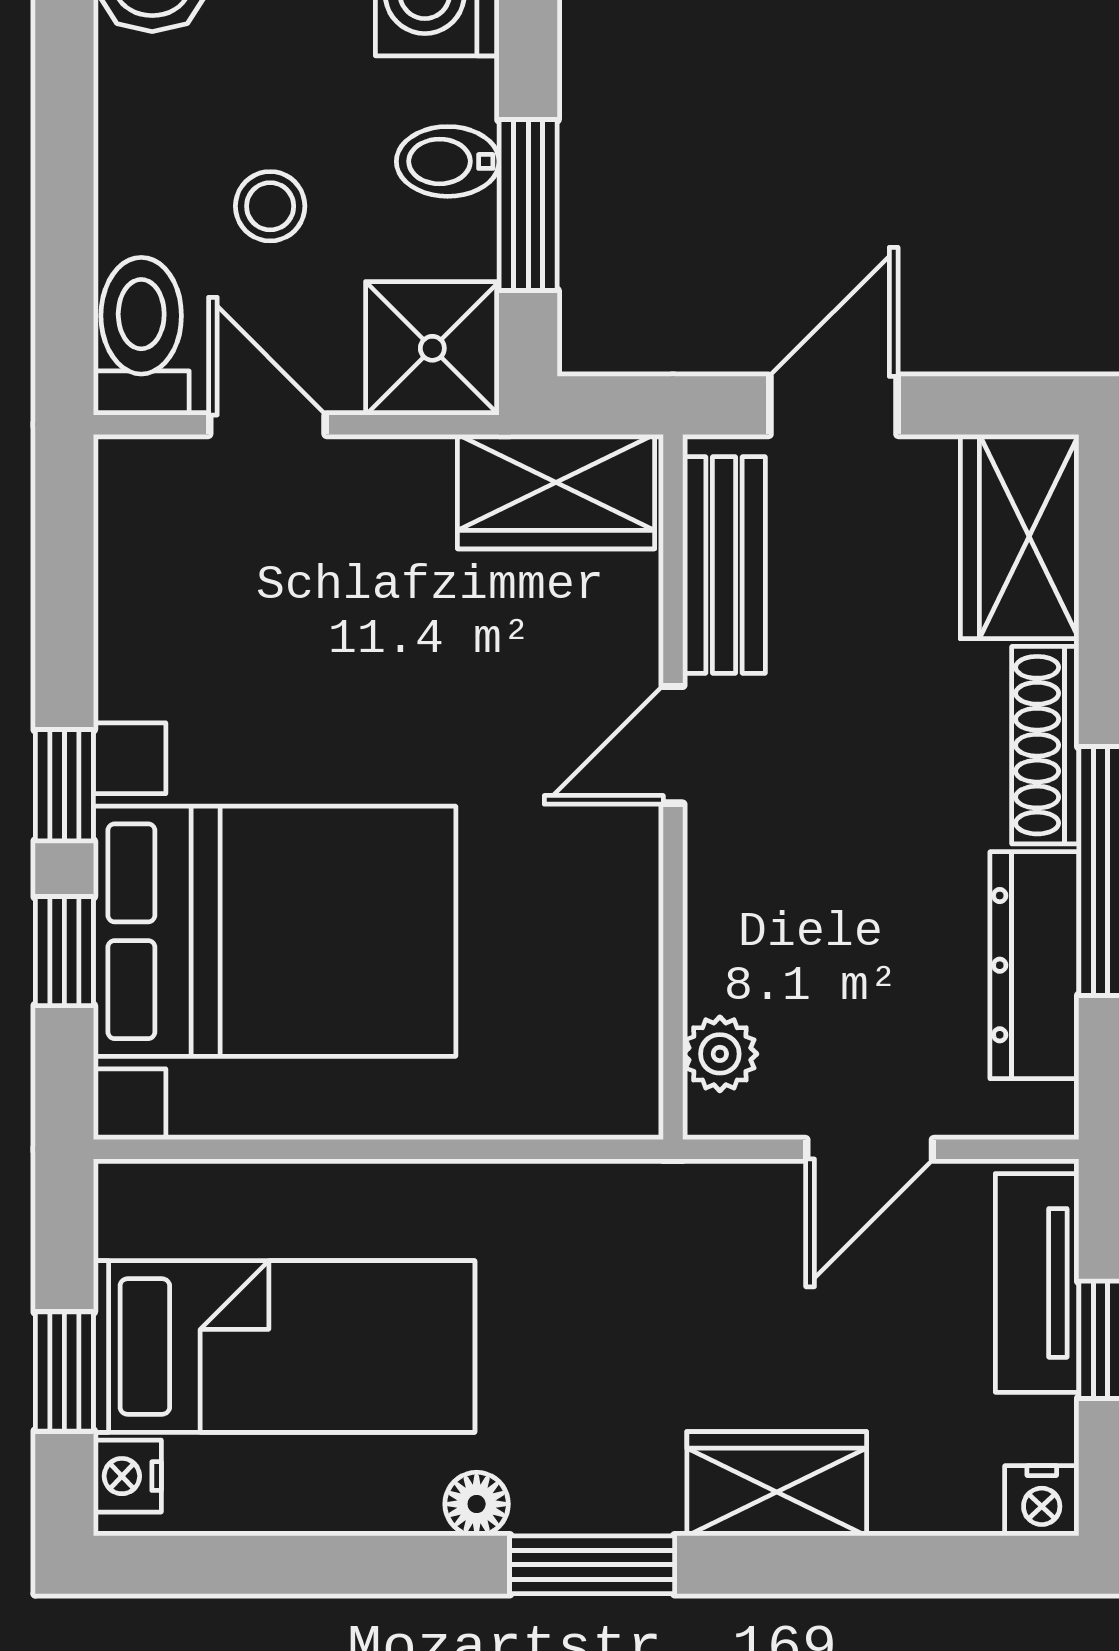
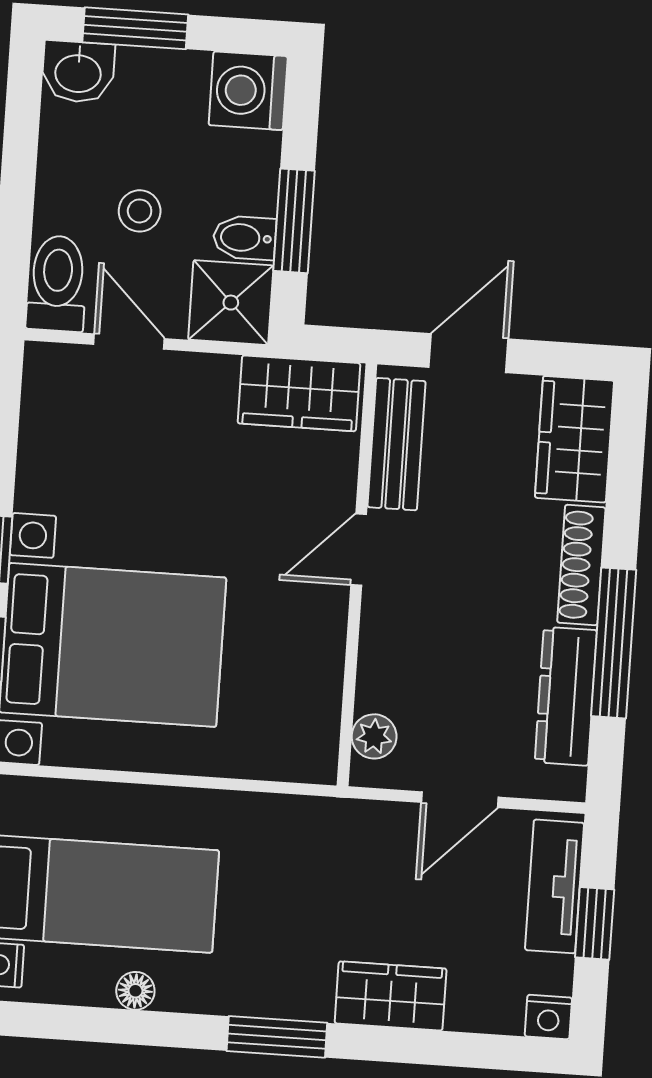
bidet: (448, 161) -> (244, 238), moved
floor lamp: (477, 1504) -> (135, 991), moved

